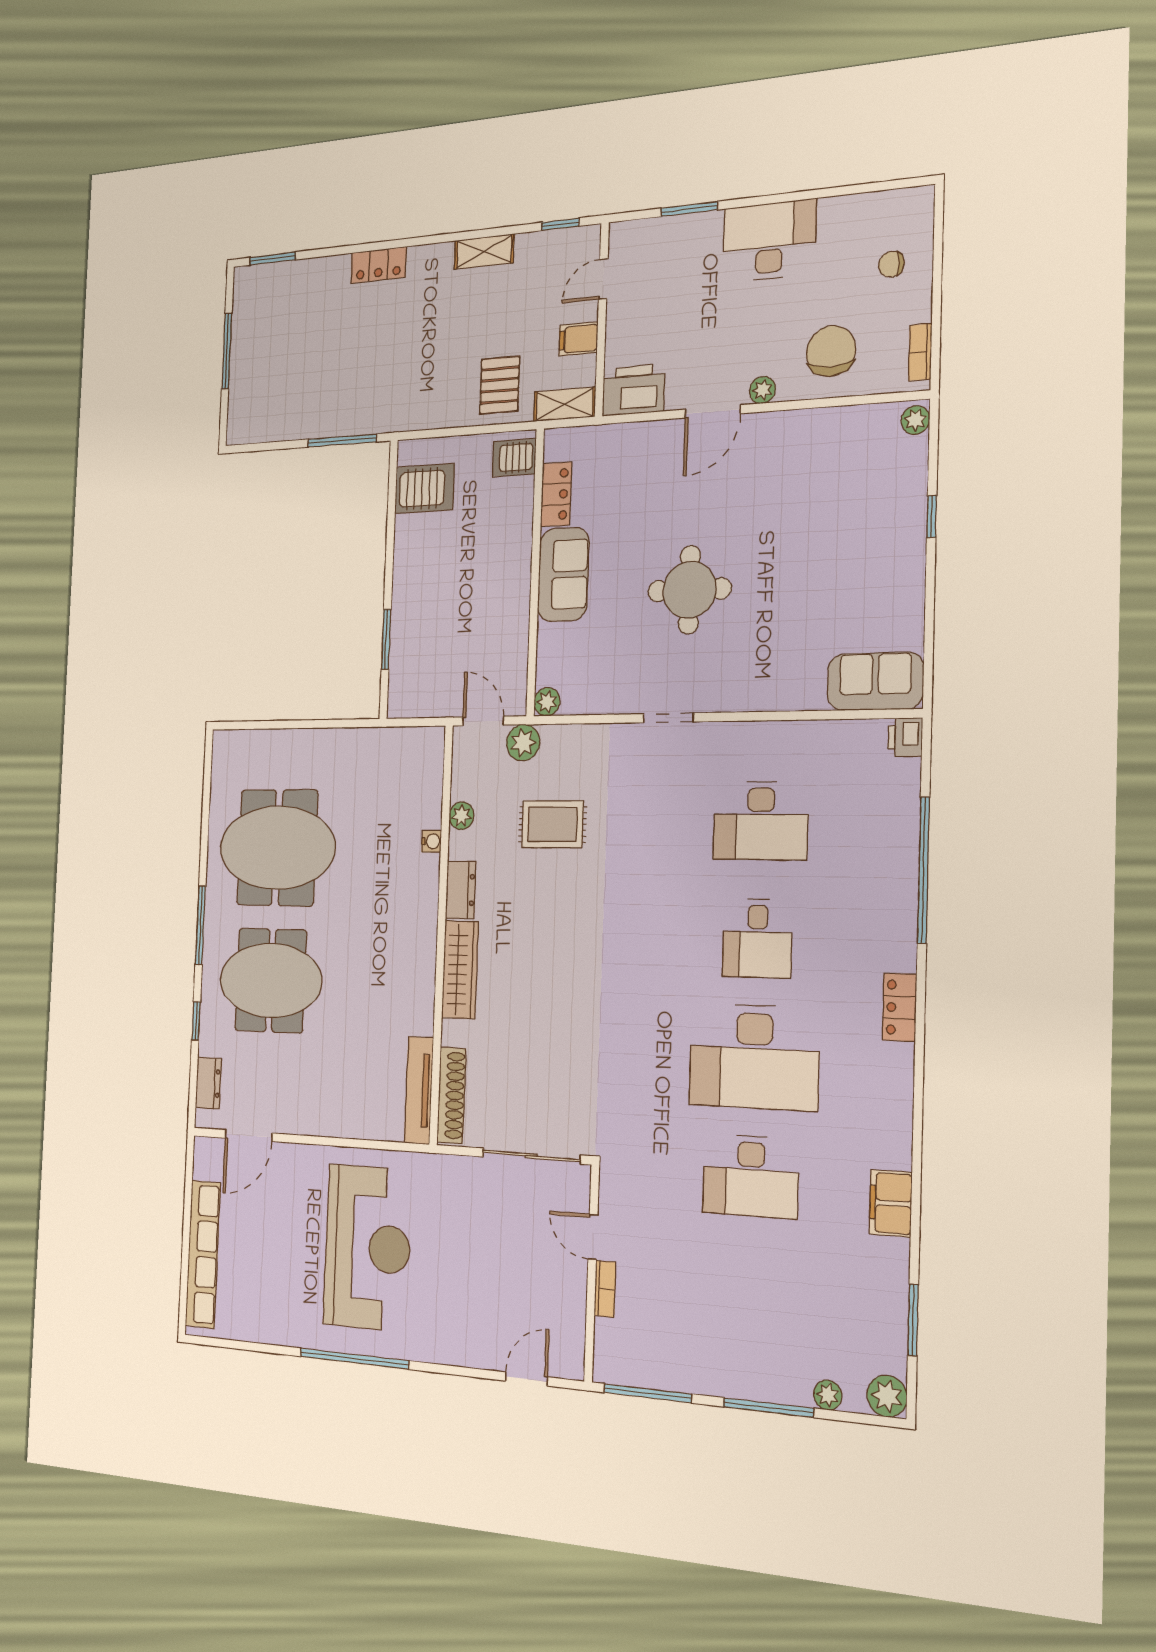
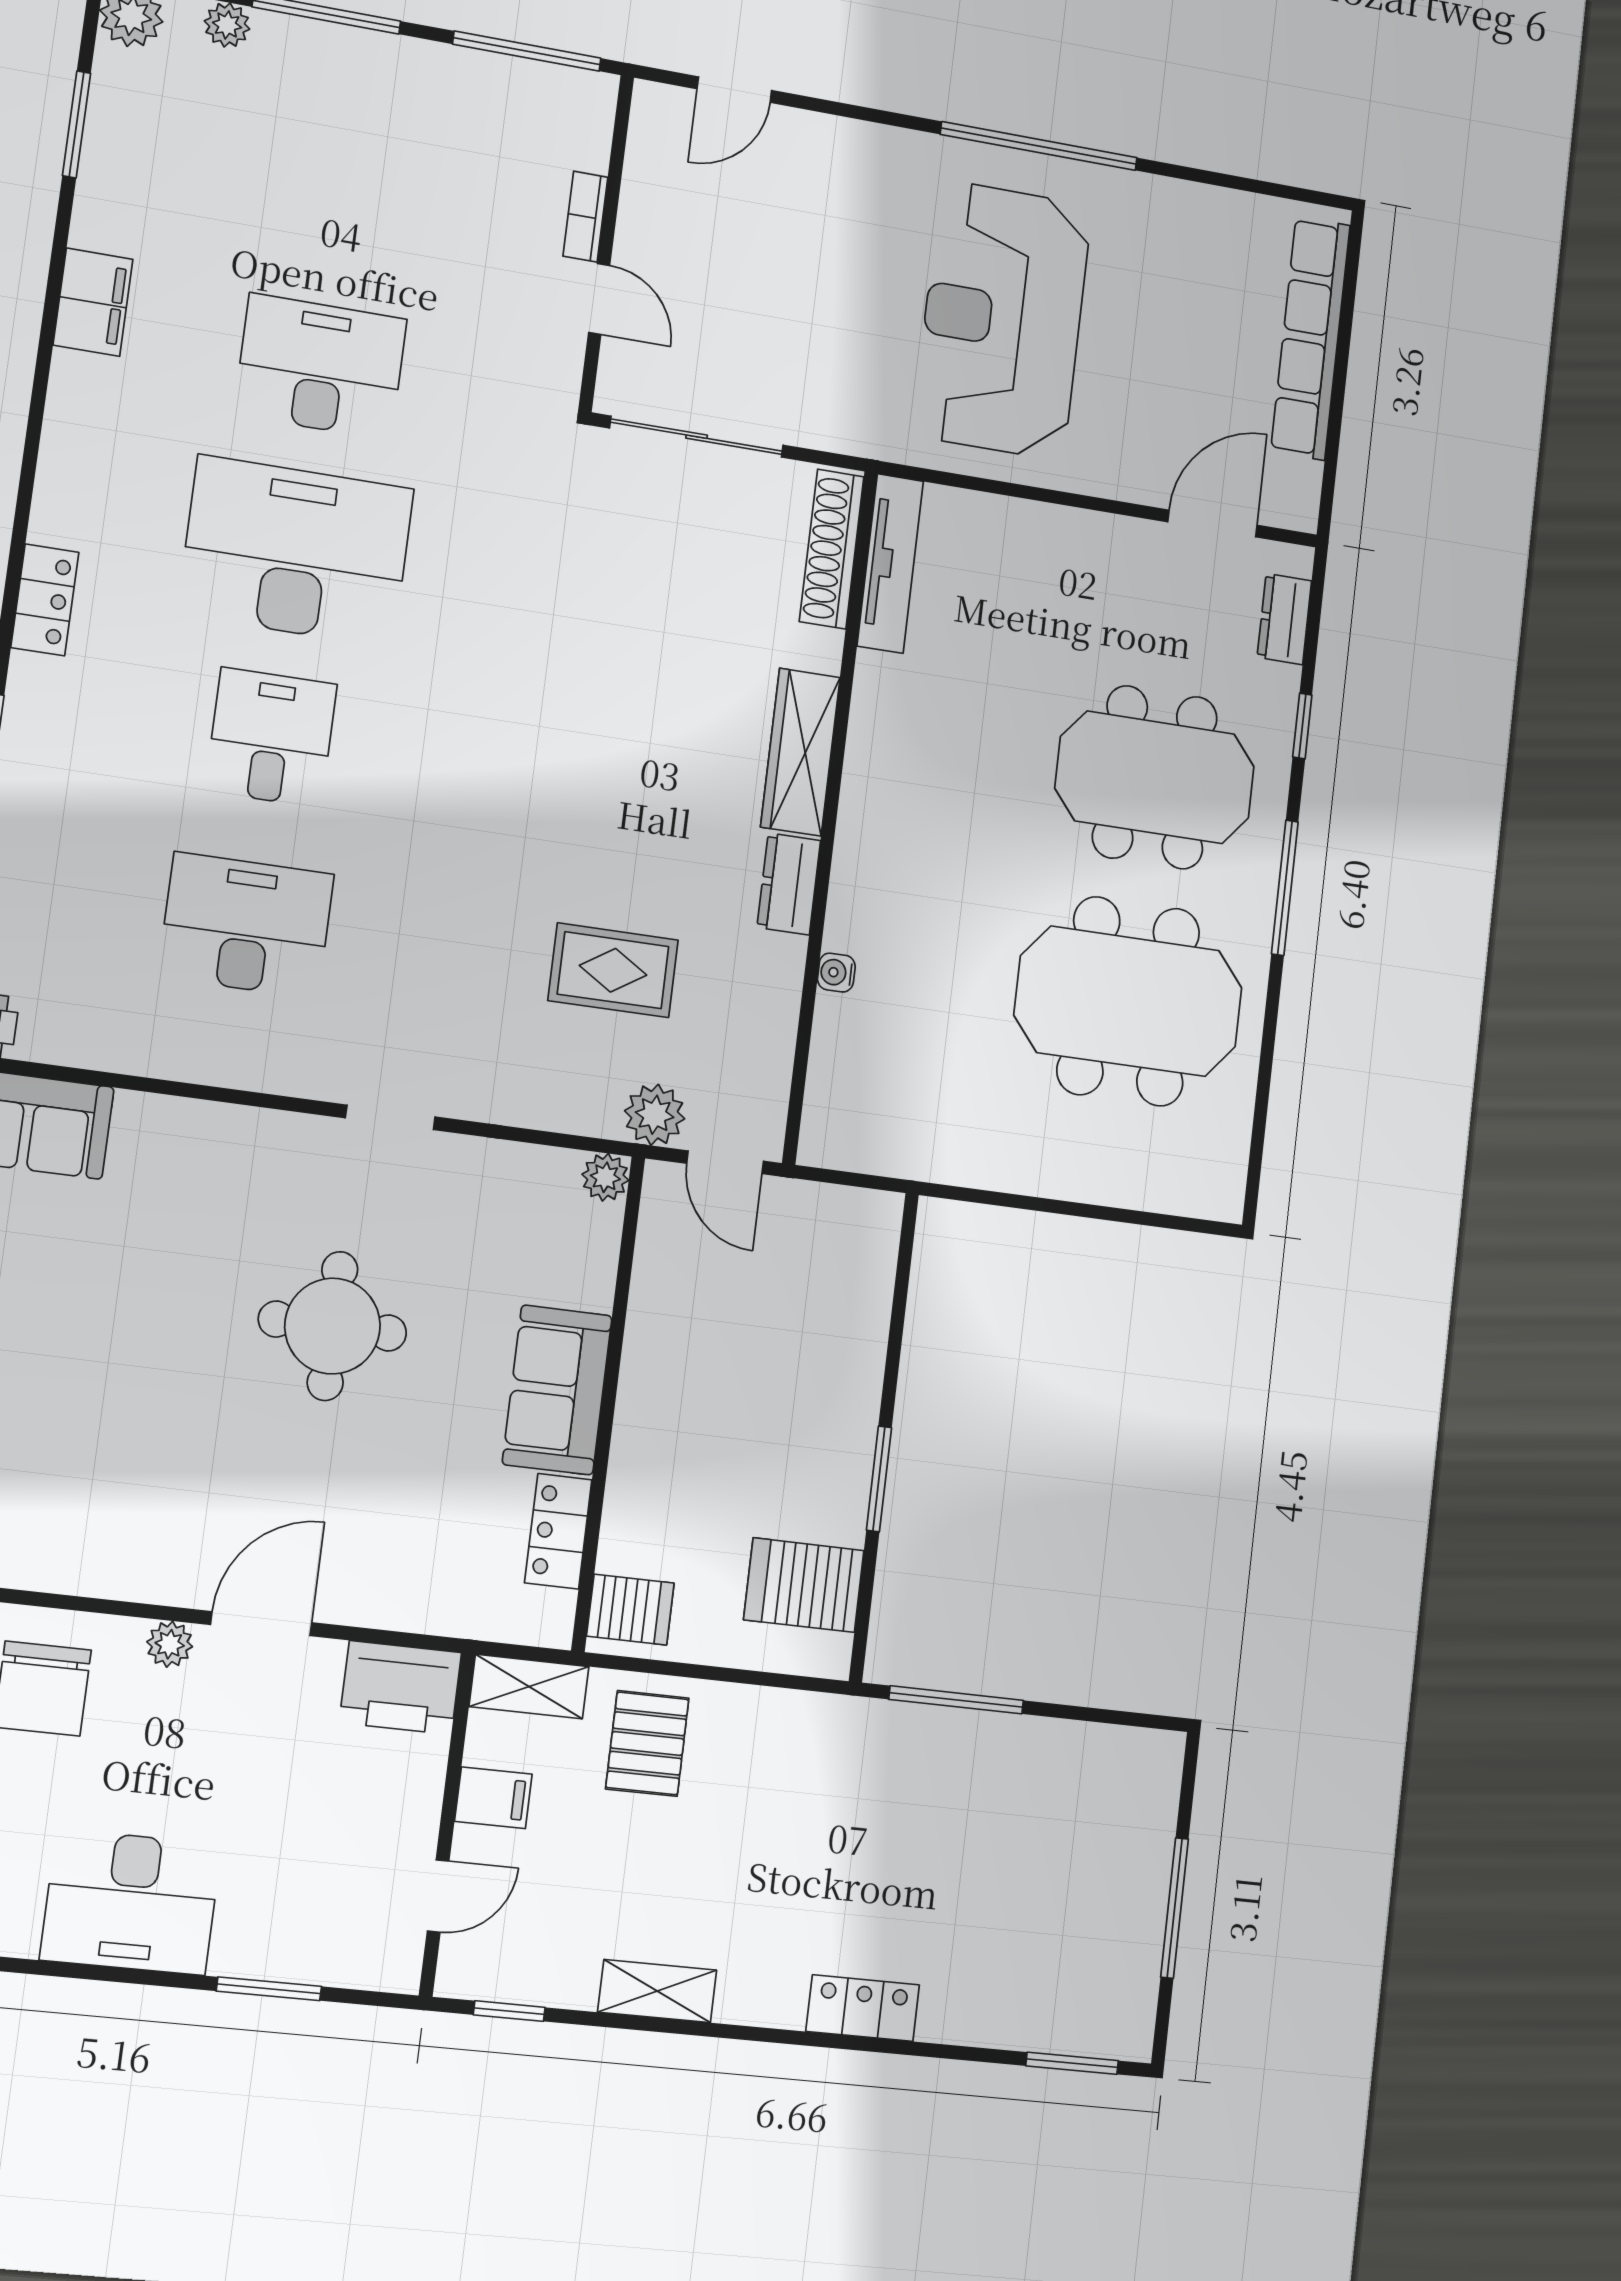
window: (386, 639) -> (879, 1479), moved
plant: (461, 816) -> (778, 1008), removed

